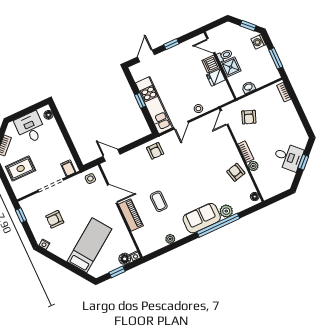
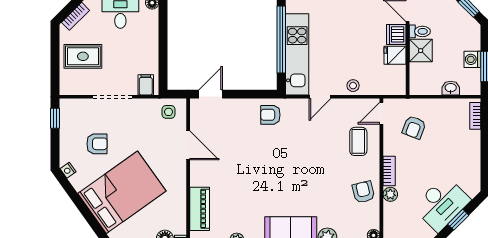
washing machine: (258, 42) -> (472, 59), moved
washbasin: (248, 87) -> (451, 88), moved
window: (140, 100) -> (281, 39), width x3.17
armchair: (155, 151) -> (270, 115), turned 90
door: (112, 155) -> (211, 94), hinge flipped
desk: (288, 157) -> (442, 204), width x1.37
coffee table: (159, 201) -> (358, 141), moved
piano: (131, 215) -> (200, 209), moved
armchair: (55, 219) -> (97, 144), turned 180
bed: (89, 245) -> (122, 192), width x1.50

